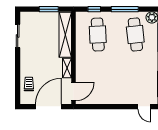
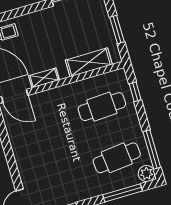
window: (125, 9) -> (152, 149), moved
shelving: (65, 35) -> (89, 62), width x0.68

